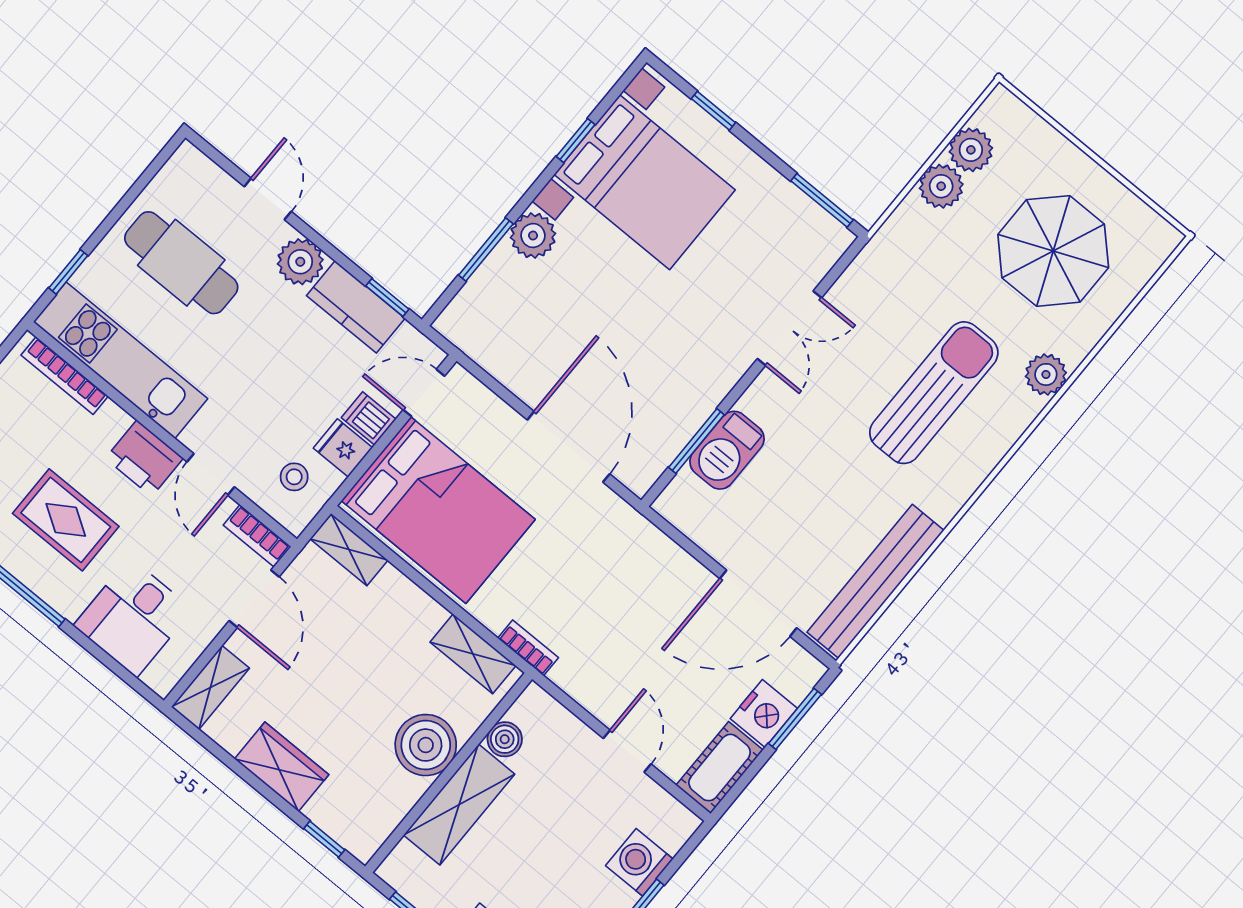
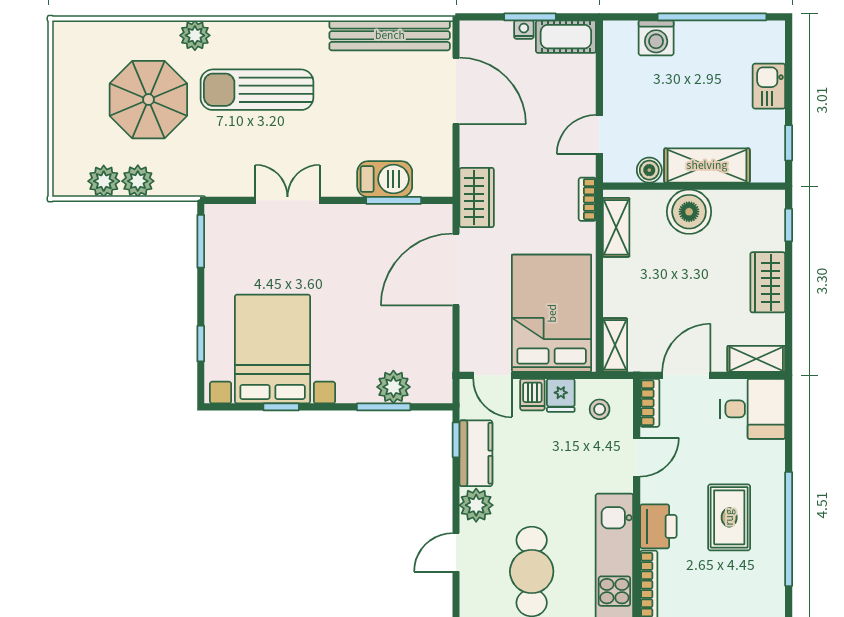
plant: (533, 236) -> (393, 387), moved
parasol: (1053, 251) -> (148, 100), moved
printer: (144, 458) -> (658, 526), moved
wardrobe: (627, 532) -> (477, 197), added
desk: (133, 618) -> (753, 409), moved
nightstand: (764, 713) -> (524, 30), width x0.53, depth x0.56
window: (795, 719) -> (530, 17), moved
door: (627, 751) -> (599, 135), moved

